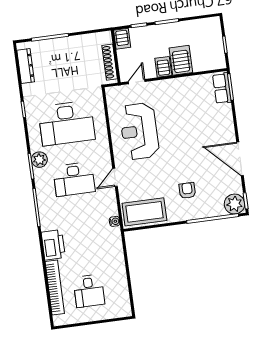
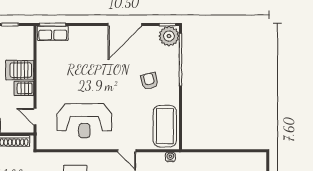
armchair: (187, 190) -> (149, 81), turned 76

